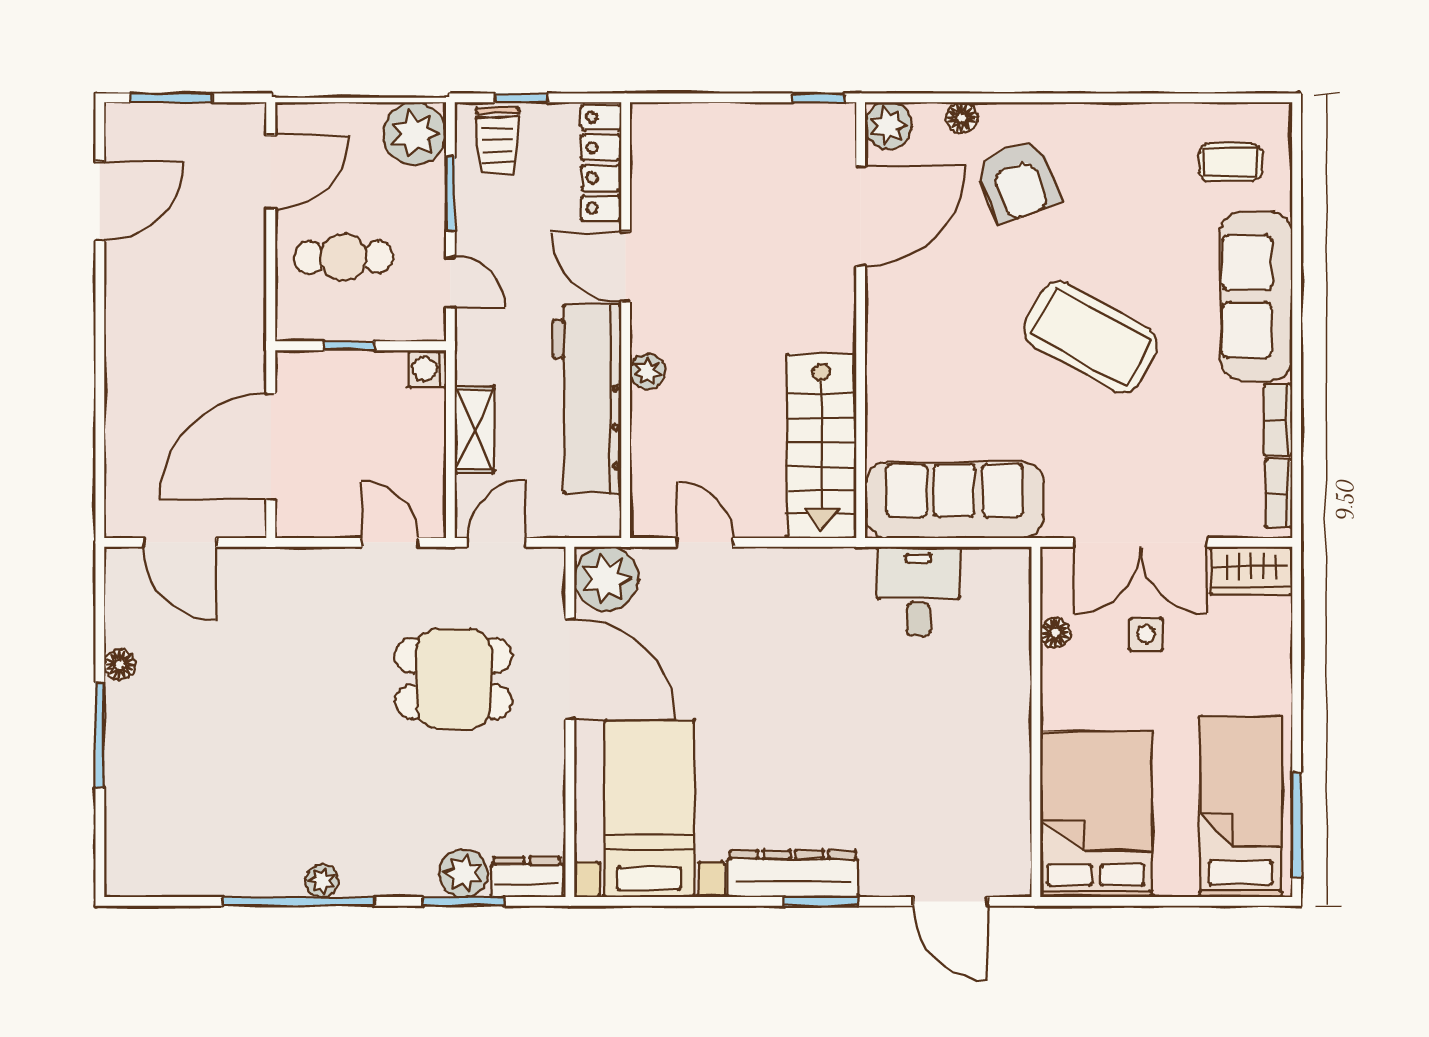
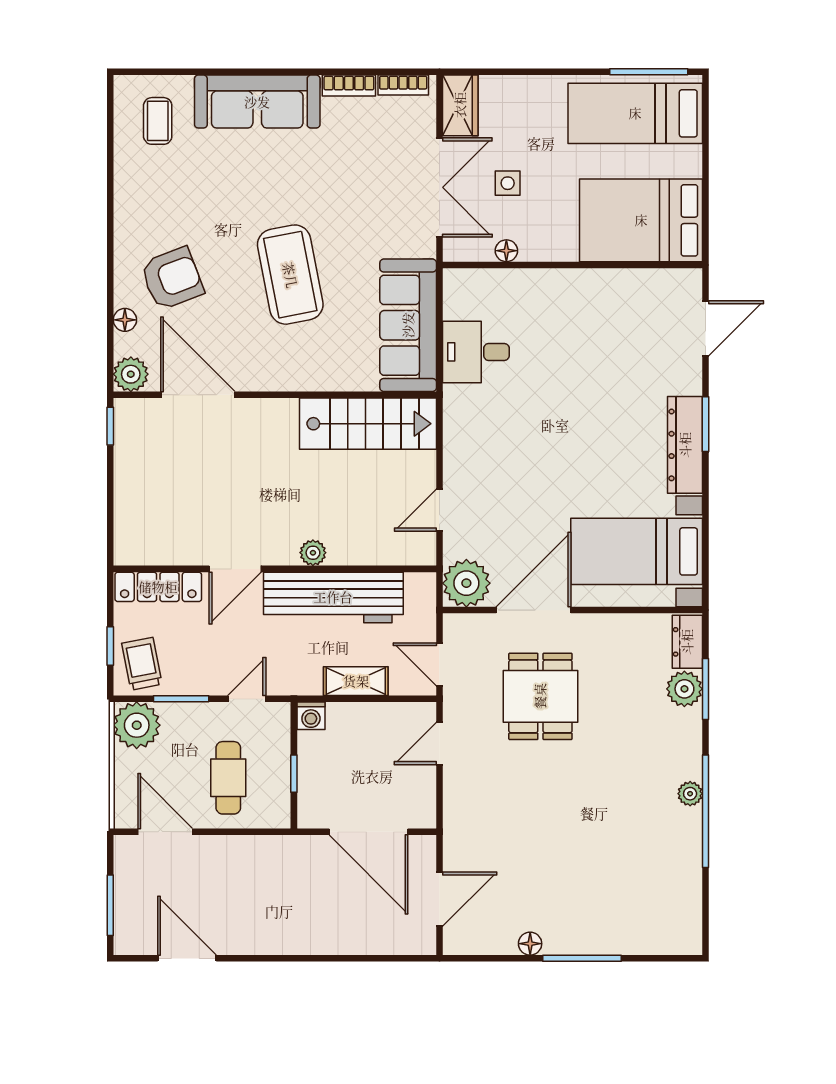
trolley: (497, 141) -> (142, 664), turned -101
coffee table: (1091, 337) -> (290, 275), moved, turned -40

